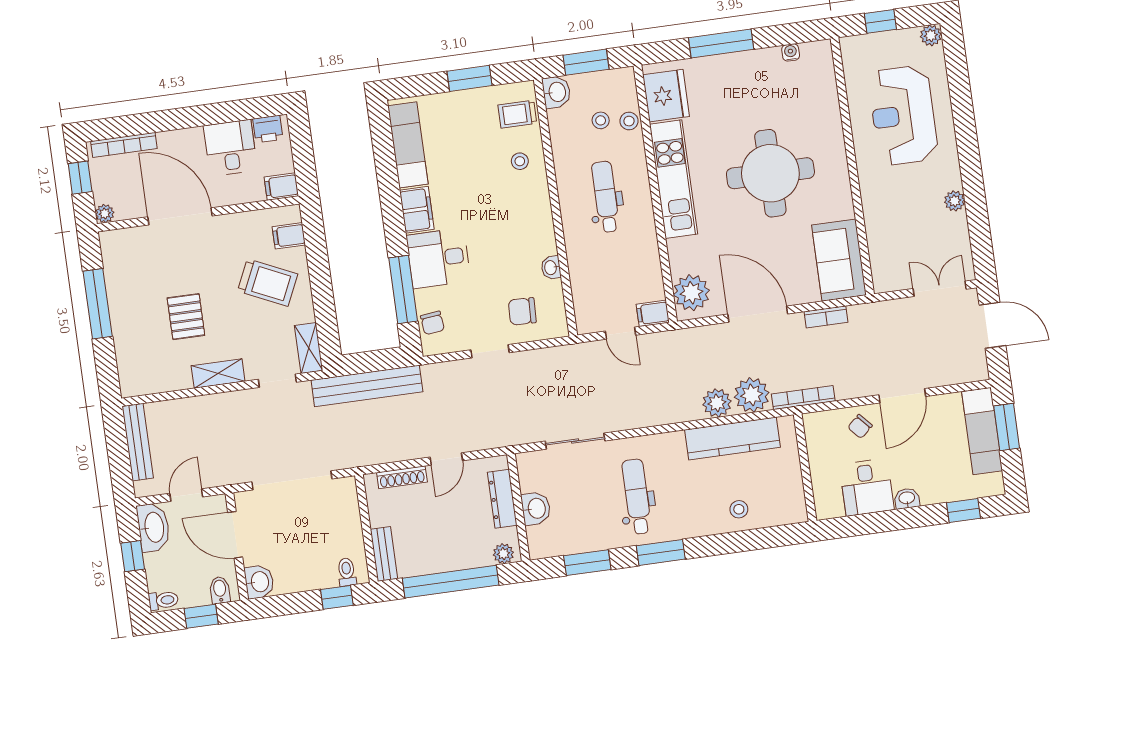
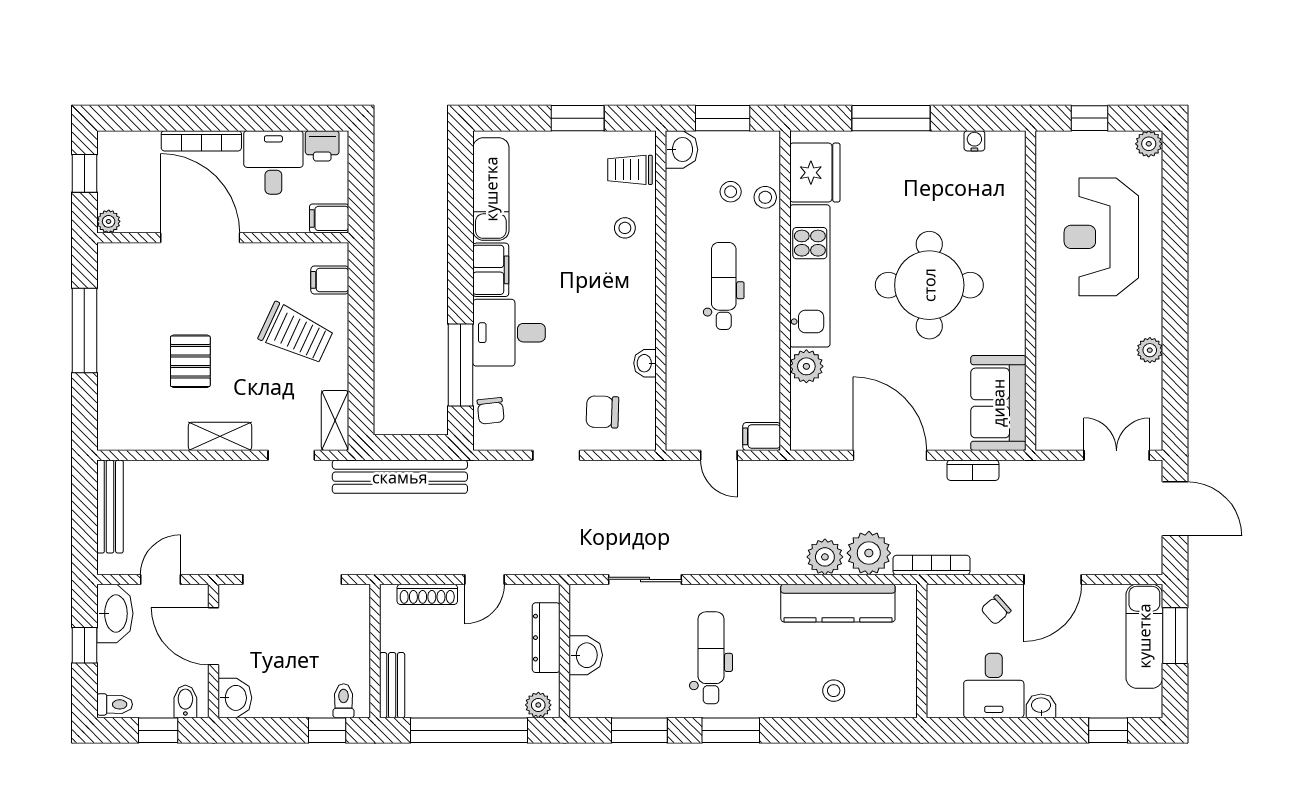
bookcase: (124, 145) -> (201, 141), moved
plant: (691, 293) -> (806, 366), moved, width x0.73, depth x0.73

